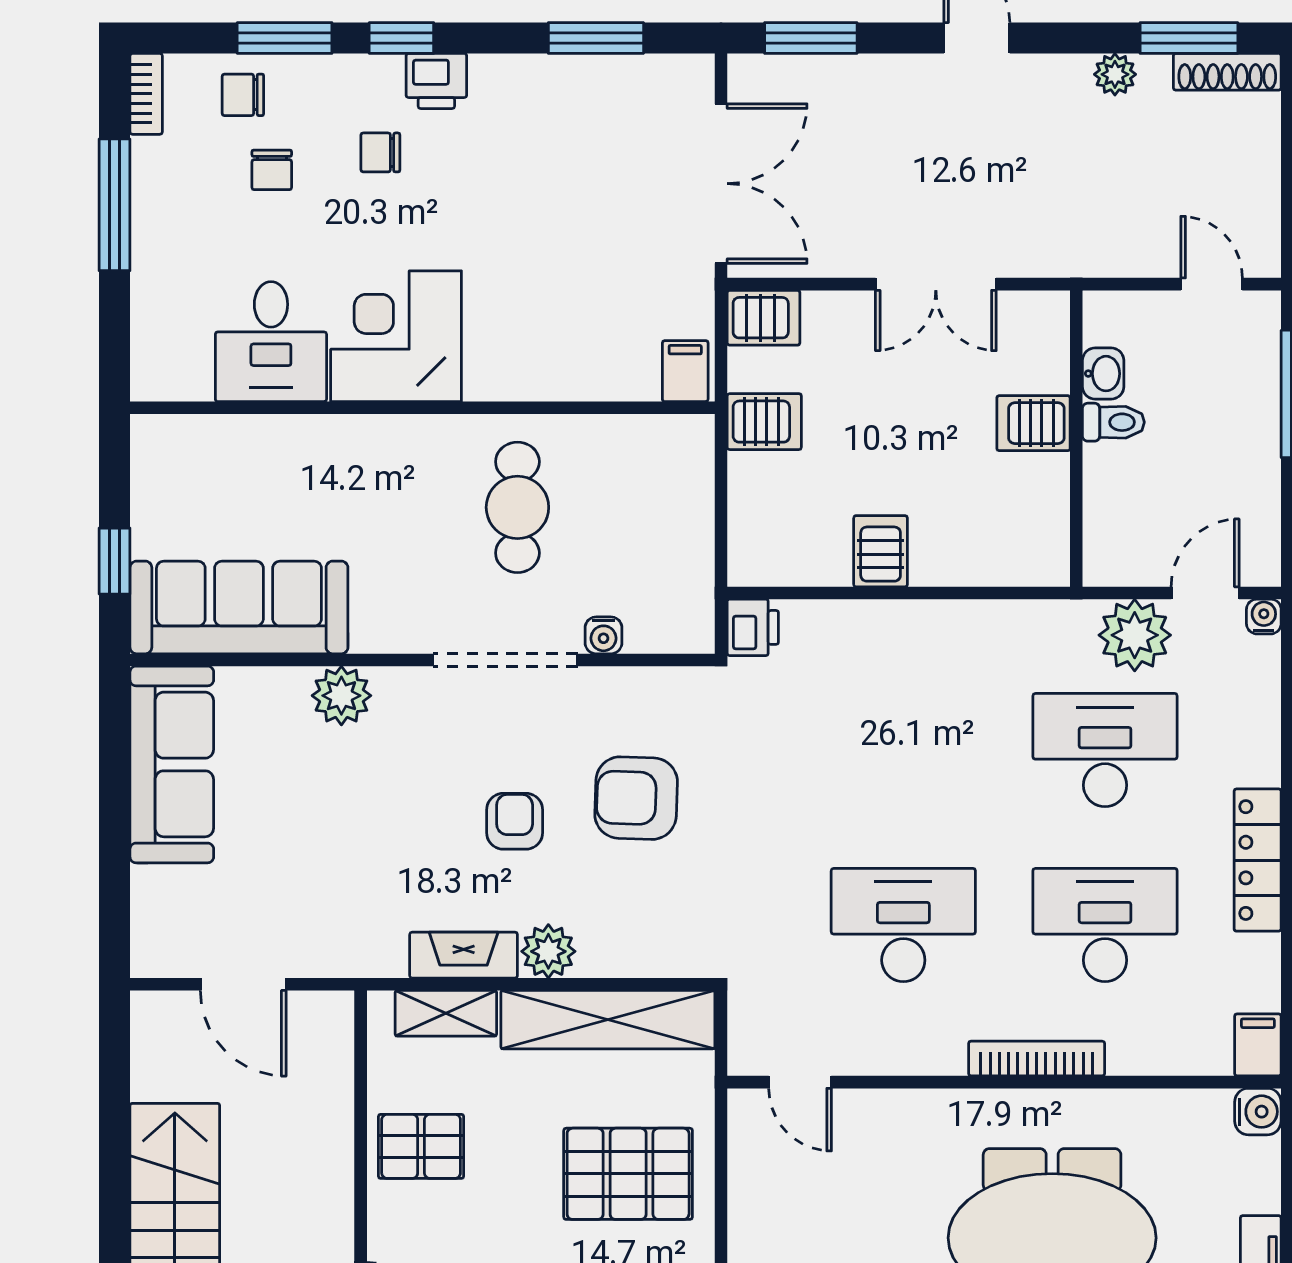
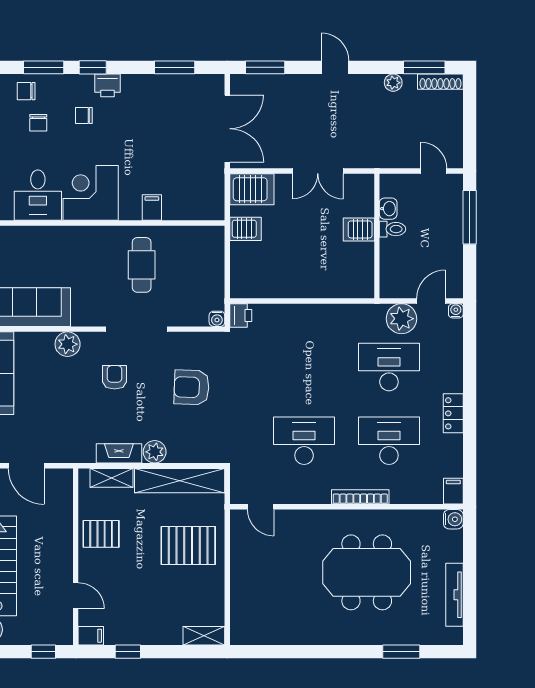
server rack: (764, 318) -> (252, 189), width x1.36, depth x1.44
filing cabinet: (685, 371) -> (152, 208), moved
server rack: (881, 551) -> (294, 283), removed
water cooler: (604, 635) -> (217, 319), moved
armchair: (515, 821) -> (115, 377), moved
locker: (1258, 860) -> (453, 413), width x0.66

